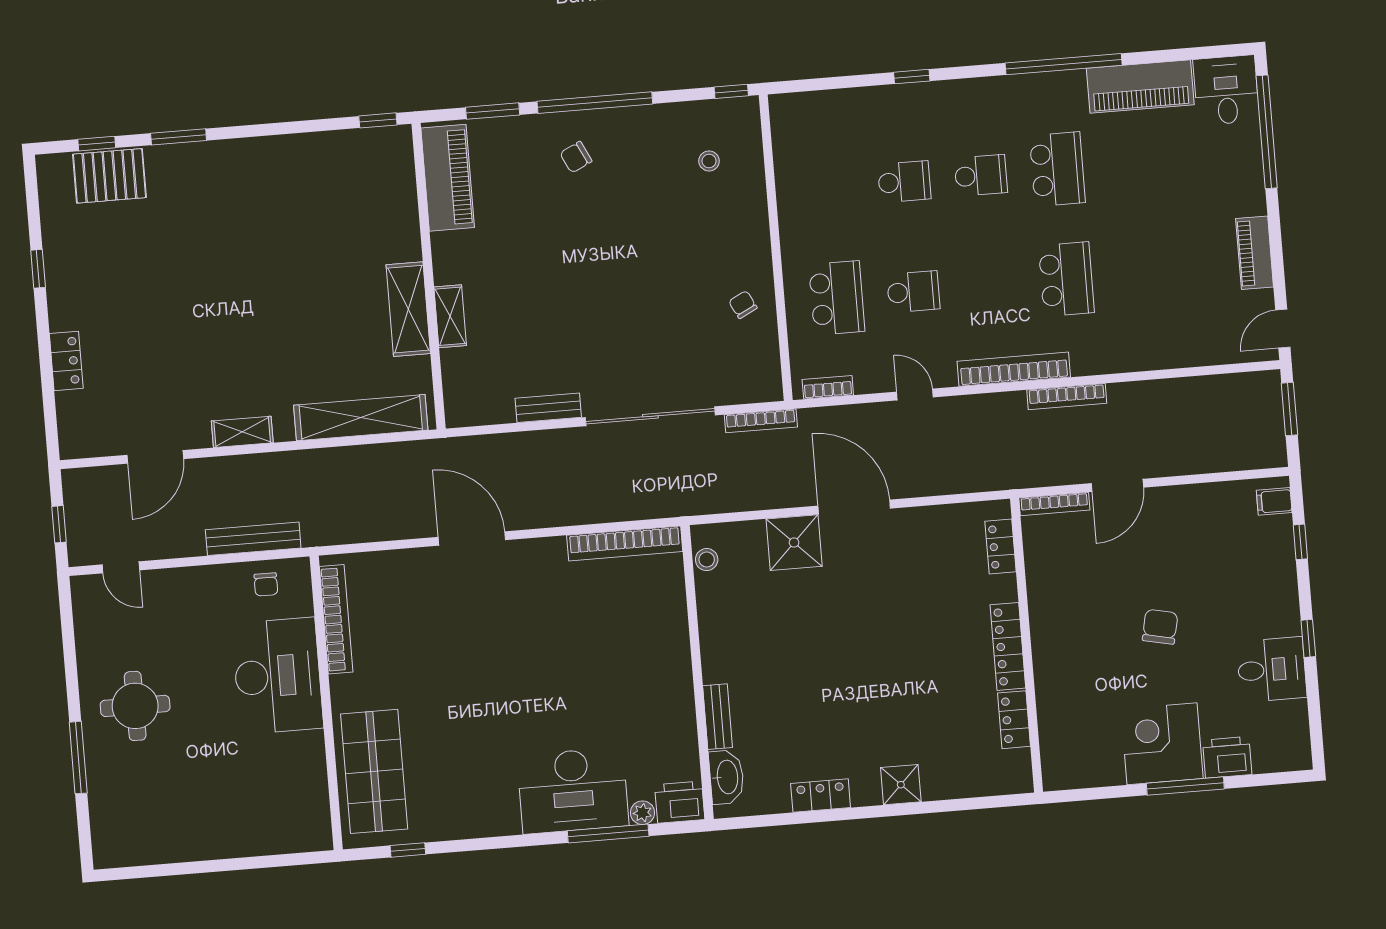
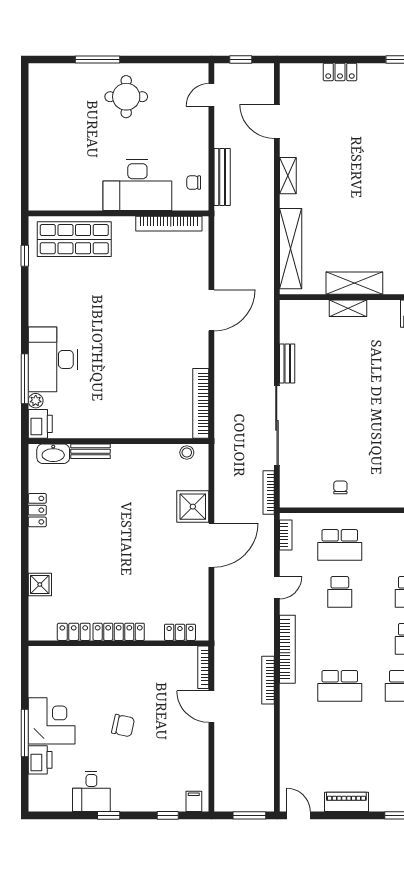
chair: (743, 305) -> (340, 487), turned -63
shower: (901, 785) -> (40, 584), moved

